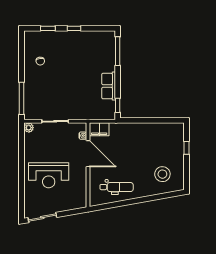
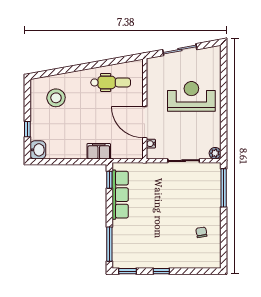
window: (48, 28) -> (127, 271), moved
row of seats: (109, 86) -> (120, 195), width x1.48
filing cabinet: (99, 129) -> (99, 151), moved
washbasin: (178, 130) -> (38, 150), added
dental chair: (117, 187) -> (111, 82), turned 180
sliding door: (42, 218) -> (180, 50), moved

